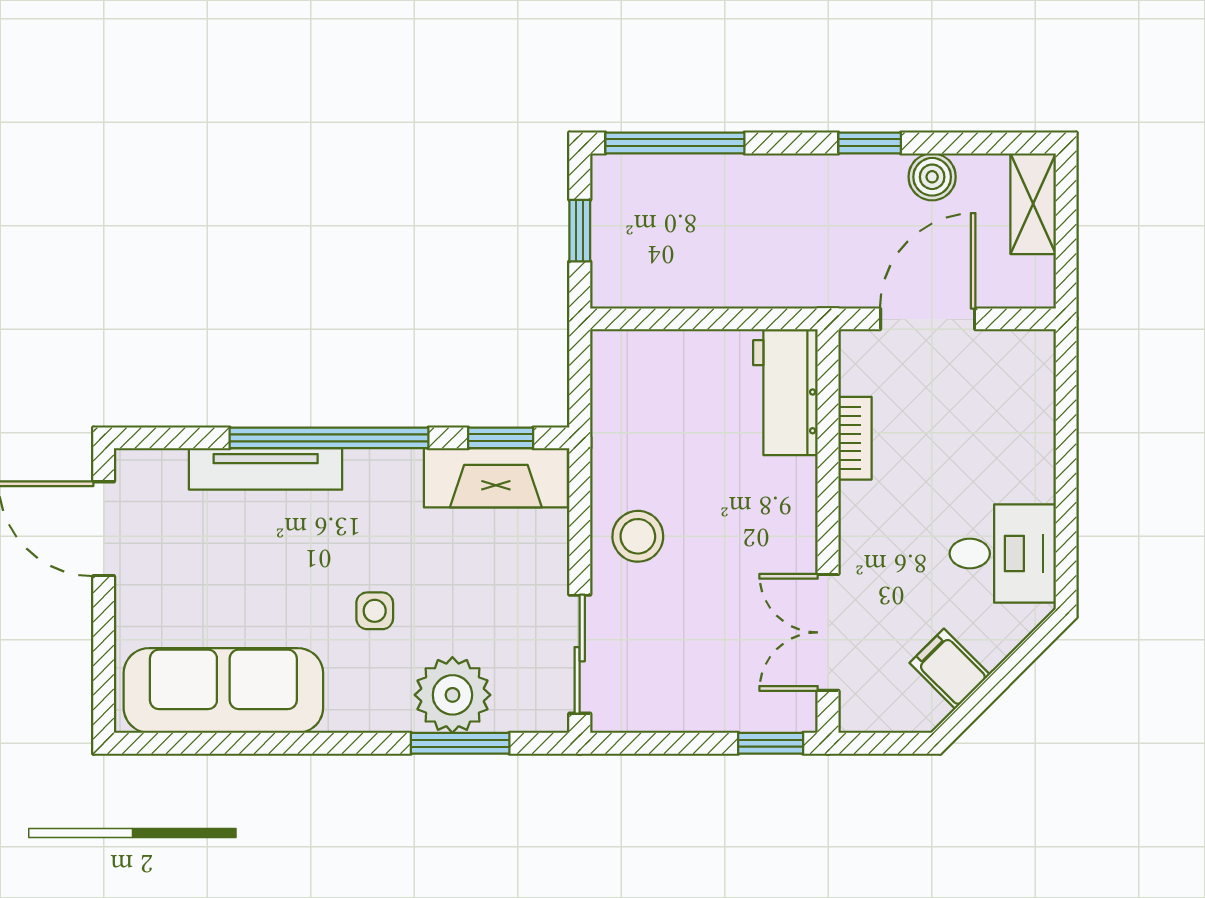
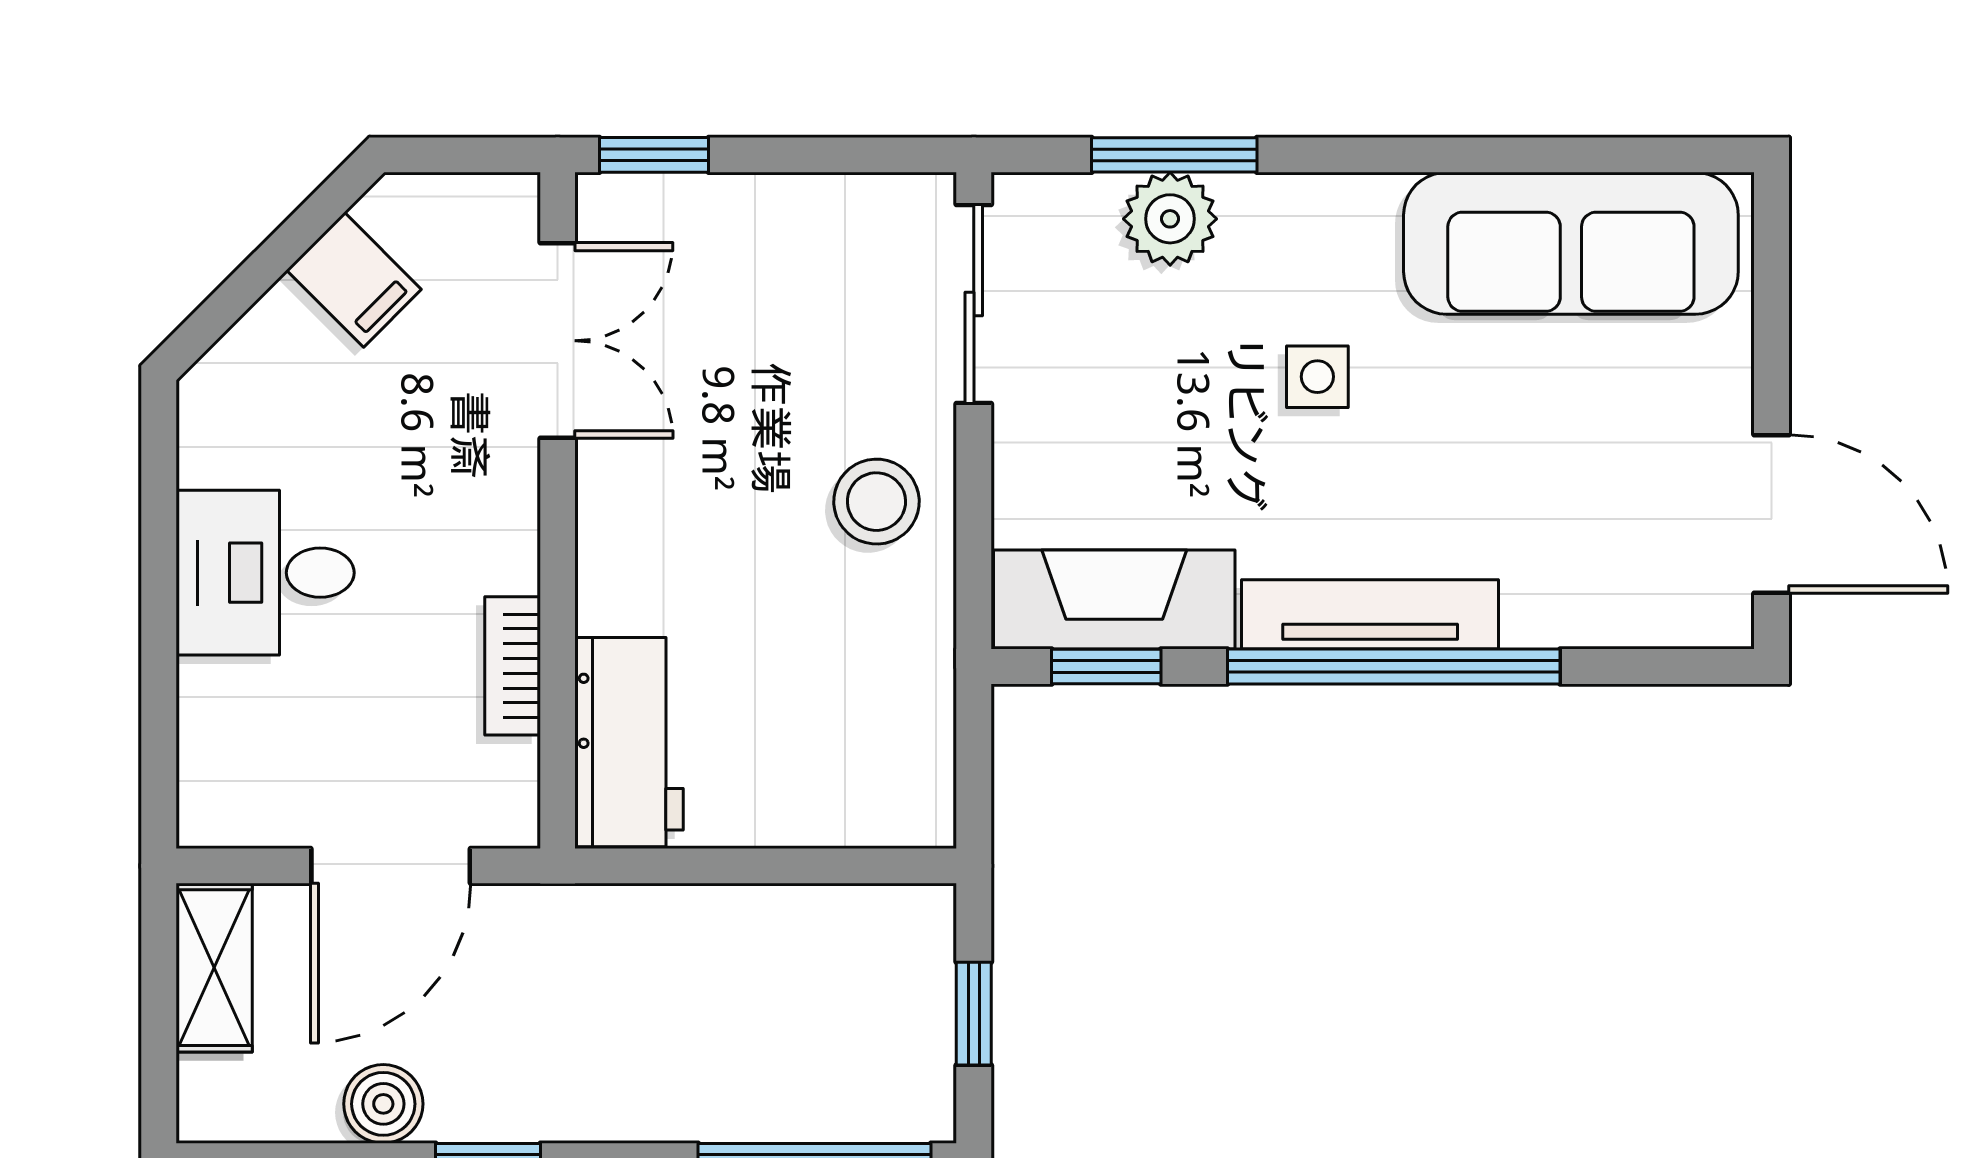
shelving: (1033, 204) -> (214, 968), moved
tv unit: (266, 469) -> (1370, 614), moved
desk: (1003, 554) -> (265, 573), moved
plant: (452, 695) -> (1170, 219), width x0.73, depth x0.73

